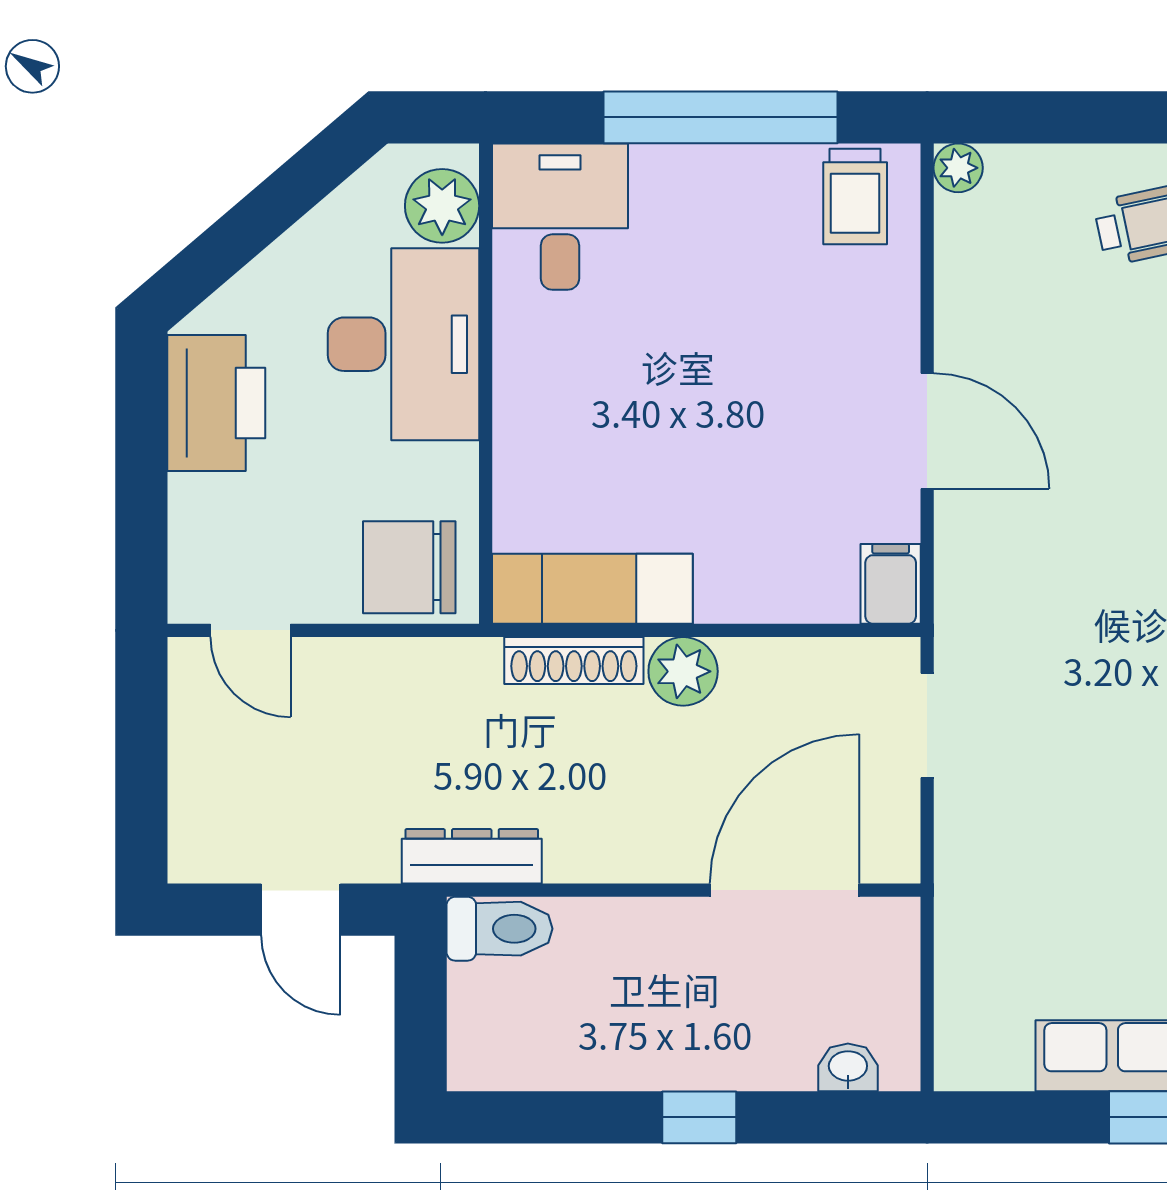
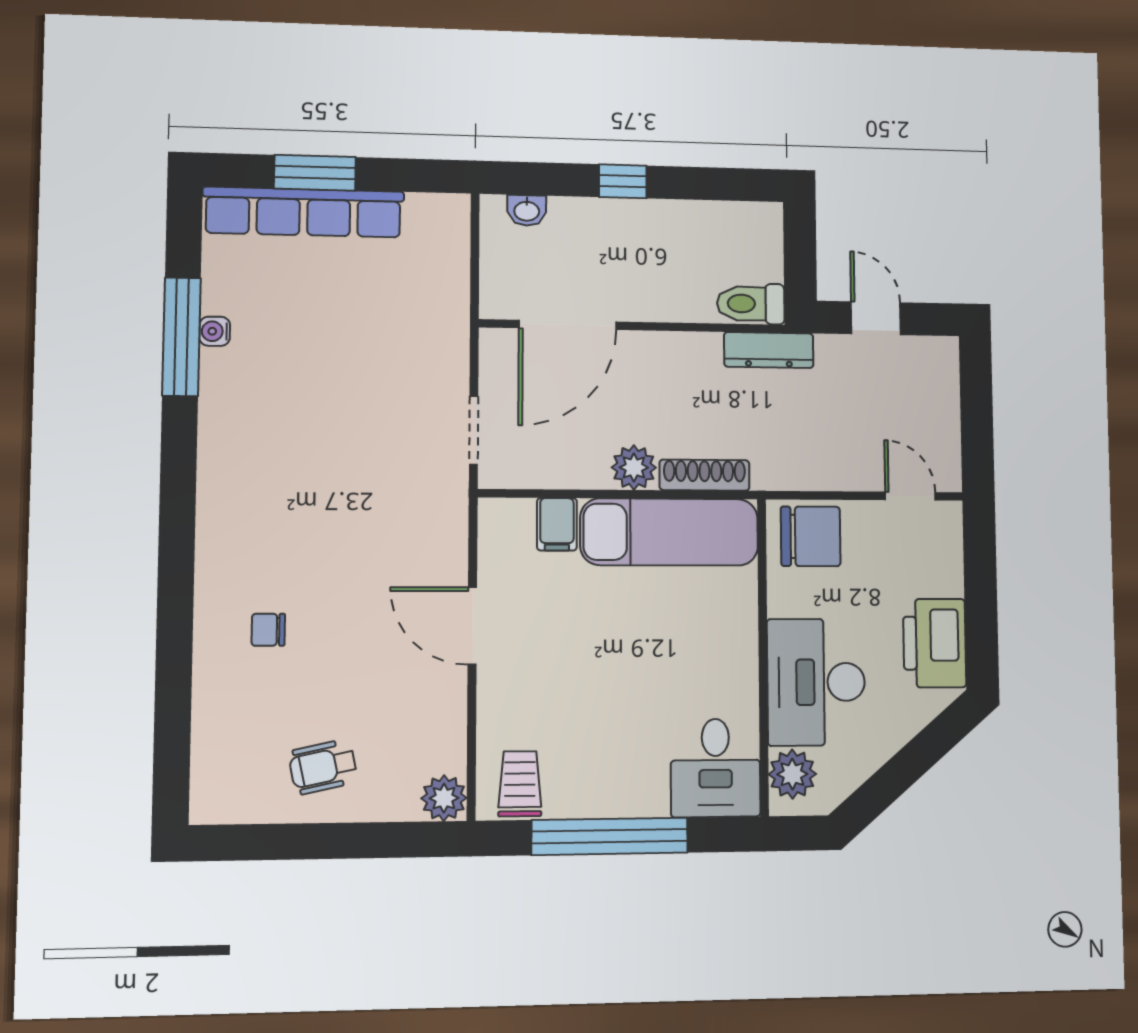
plant: (958, 168) -> (444, 798), width x1.38, depth x1.38
filing cabinet: (891, 584) -> (557, 524), moved
exam couch: (592, 589) -> (669, 532), width x1.36, depth x1.45

